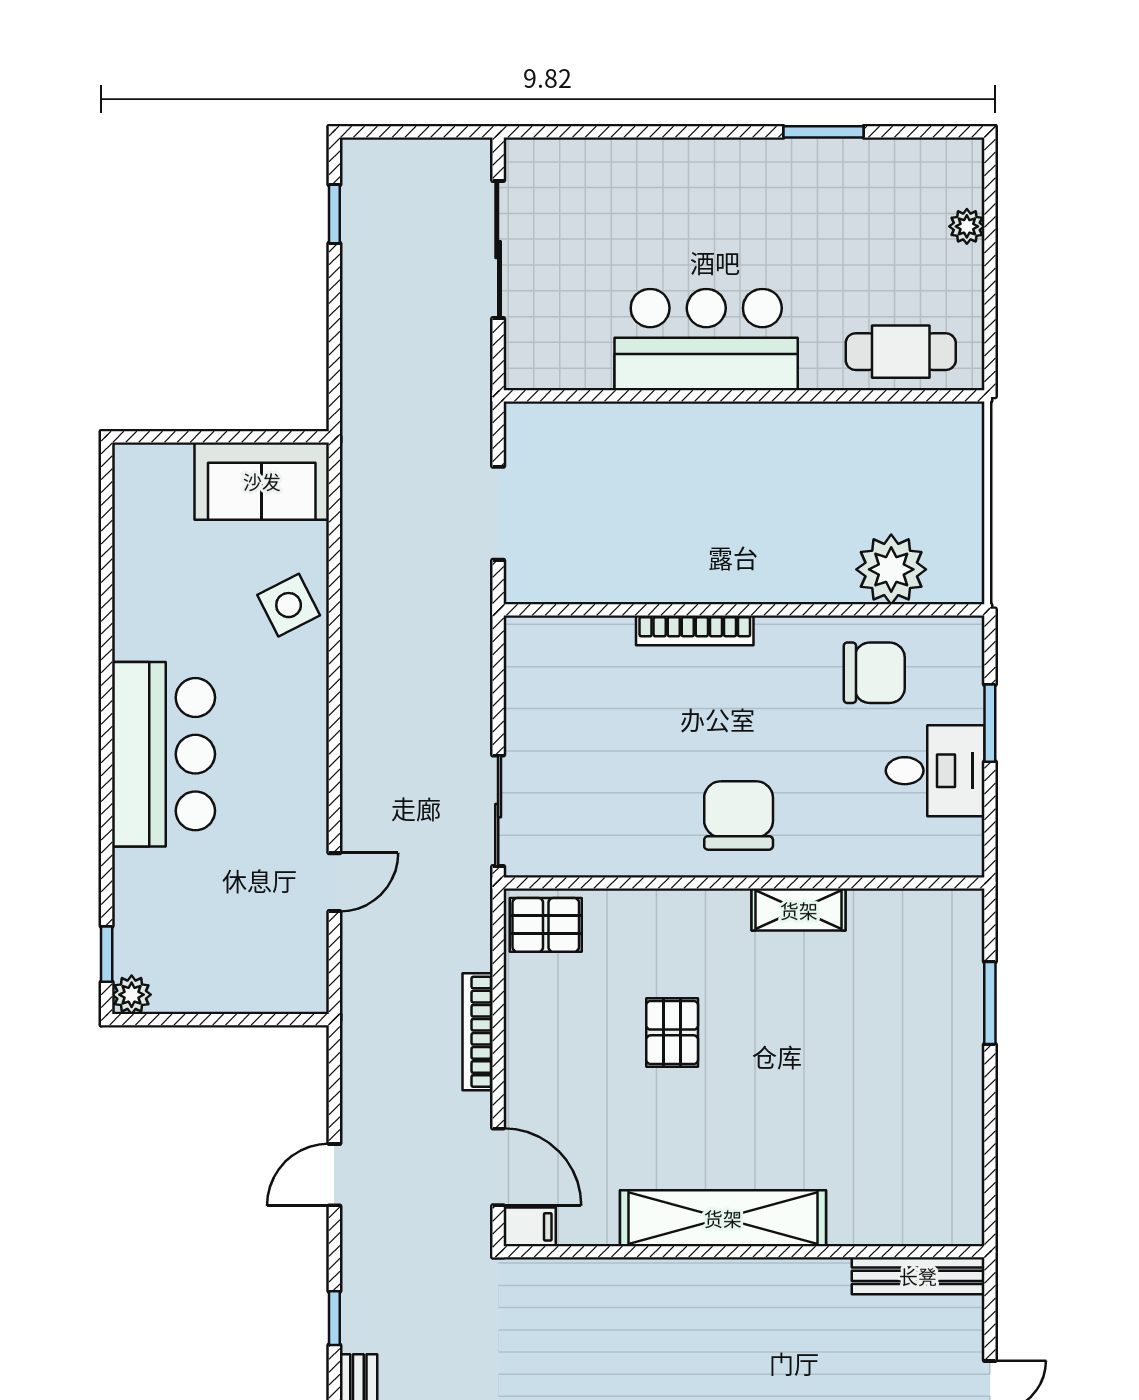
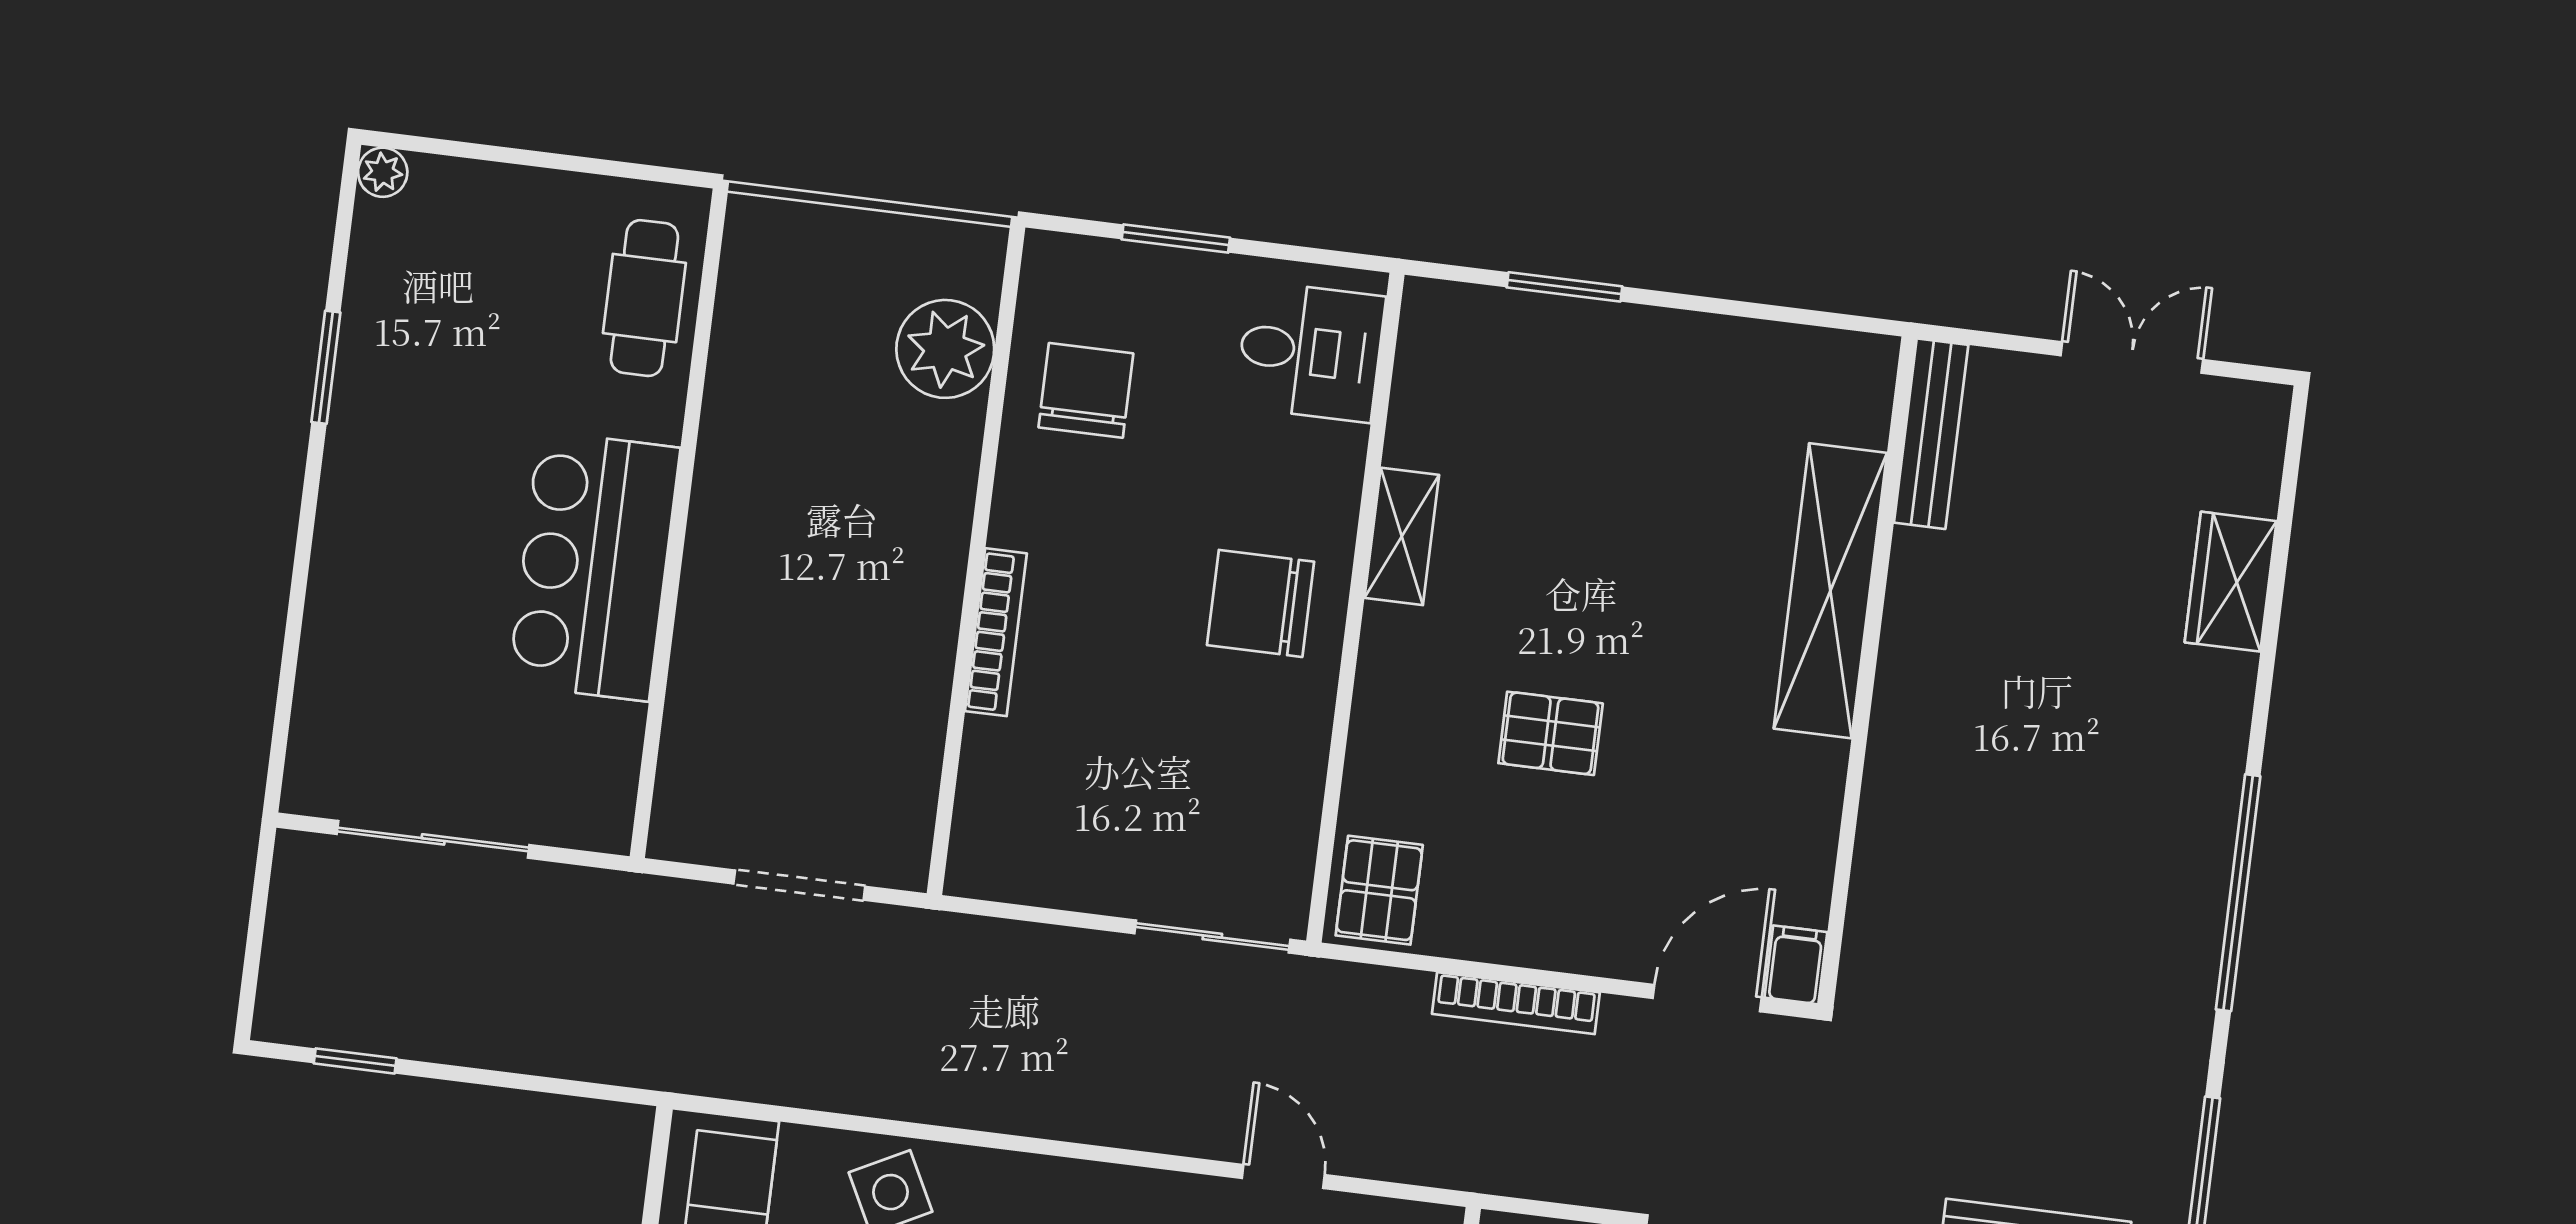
plant: (967, 226) -> (383, 172), moved
desk: (935, 771) -> (1310, 352), moved, turned 90
shelving: (723, 1218) -> (1830, 591), moved

